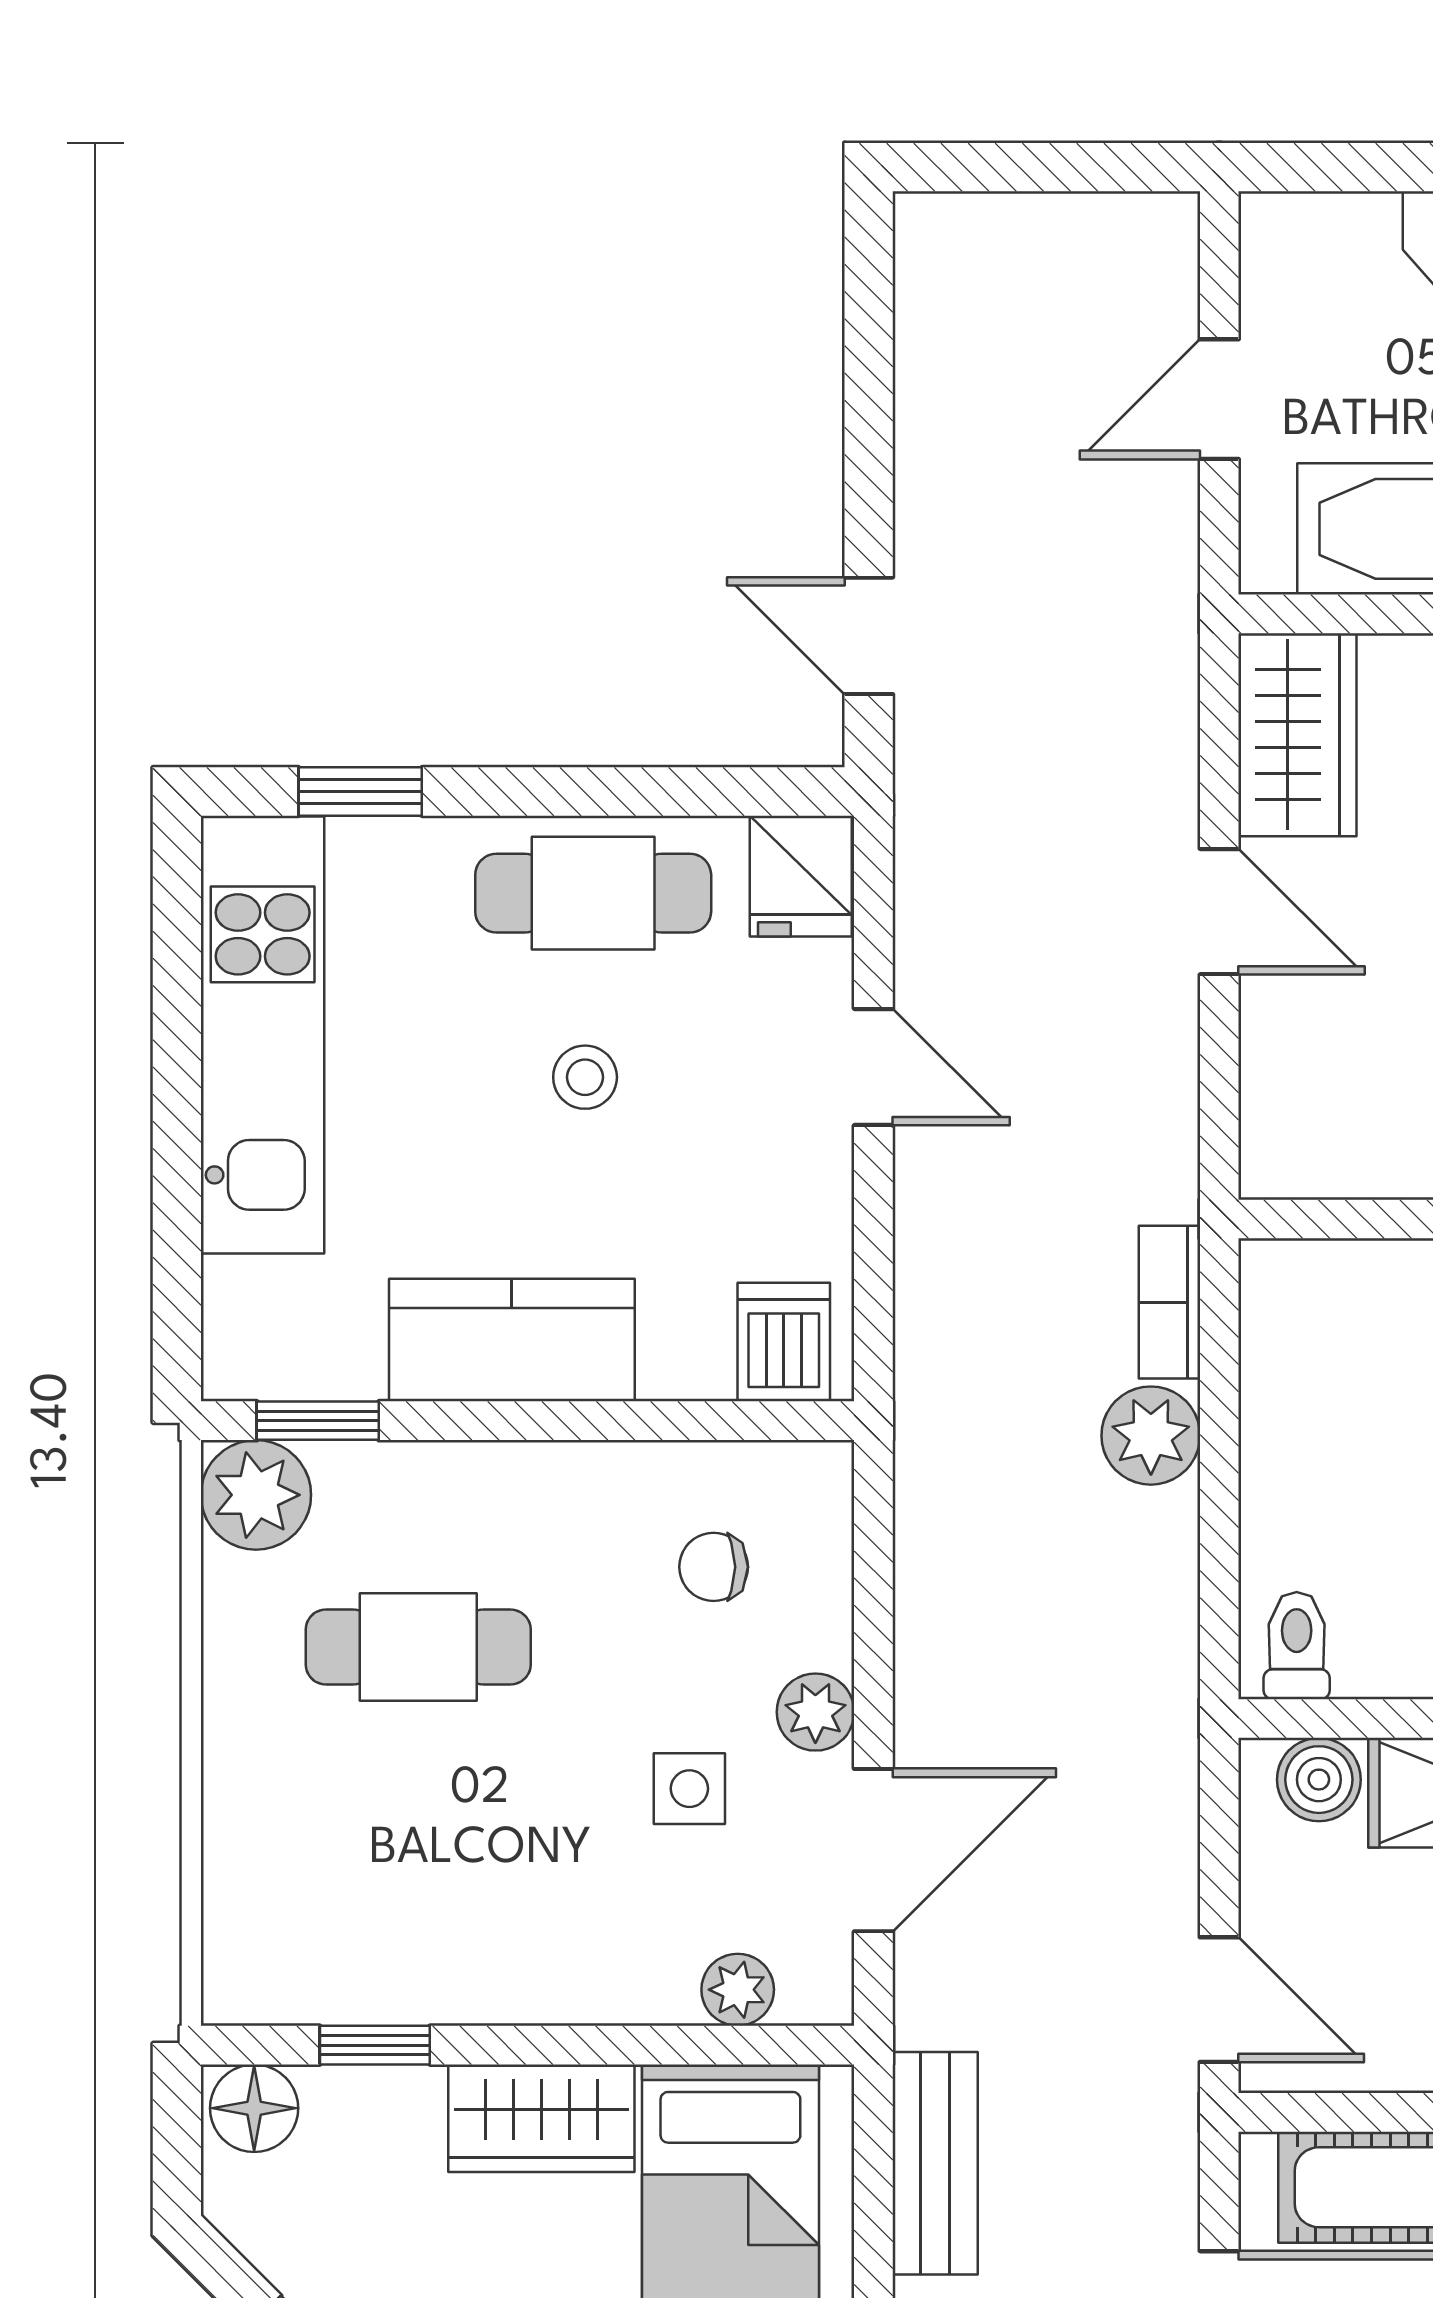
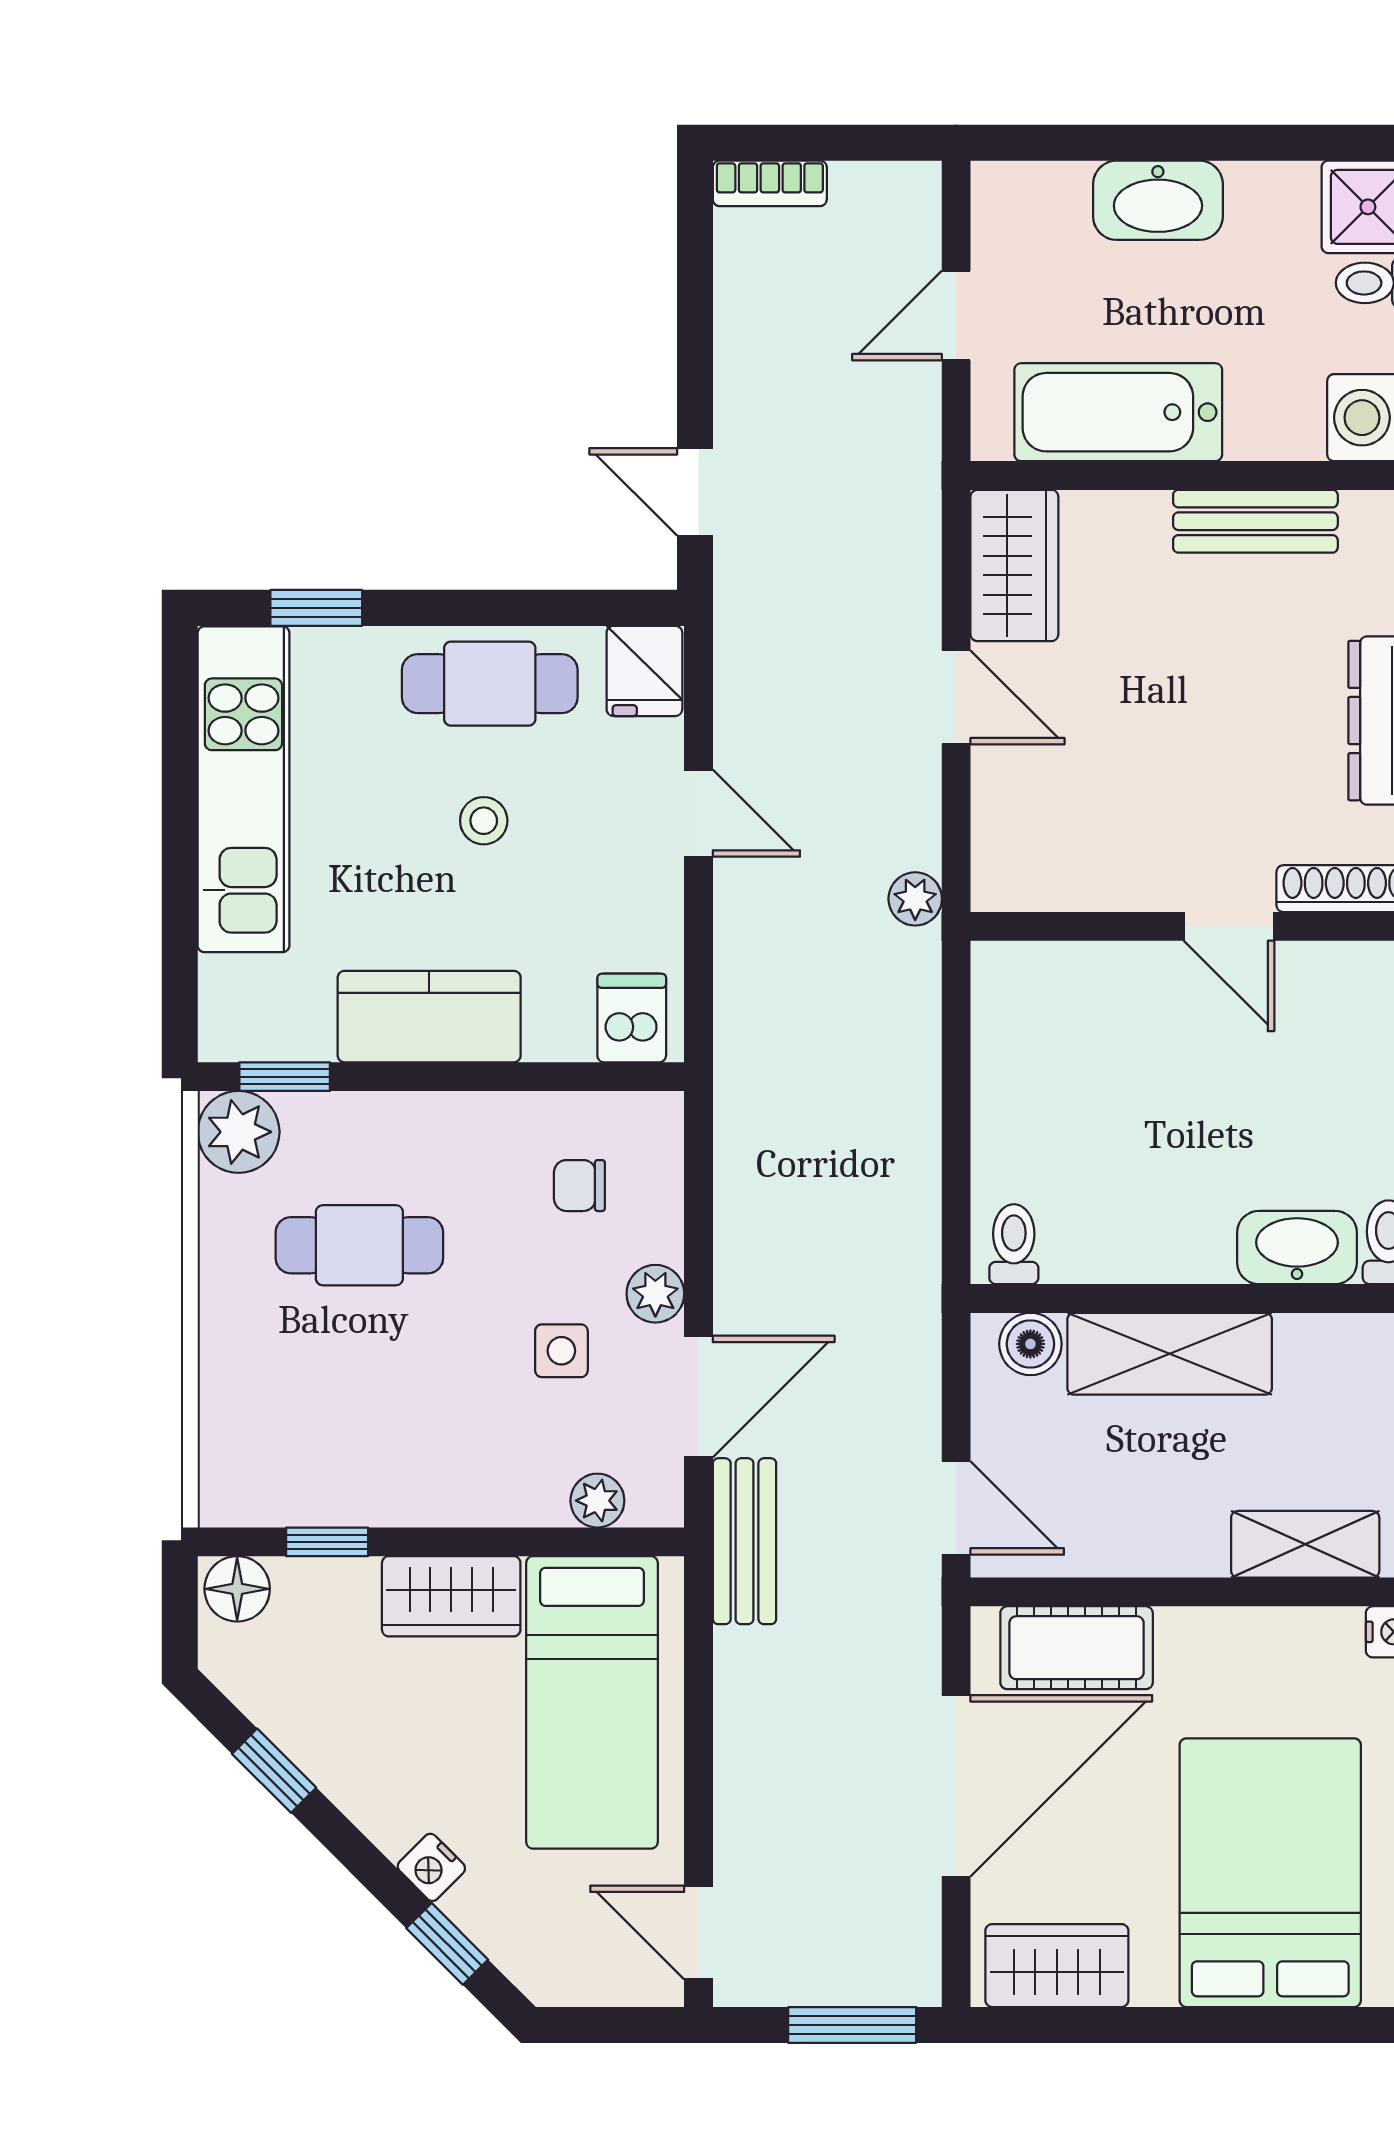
bookcase: (1169, 1302) -> (770, 183), moved, turned -90
plant: (1151, 1436) -> (915, 899), moved, width x0.73, depth x0.73
bench: (935, 2163) -> (745, 1541), moved

